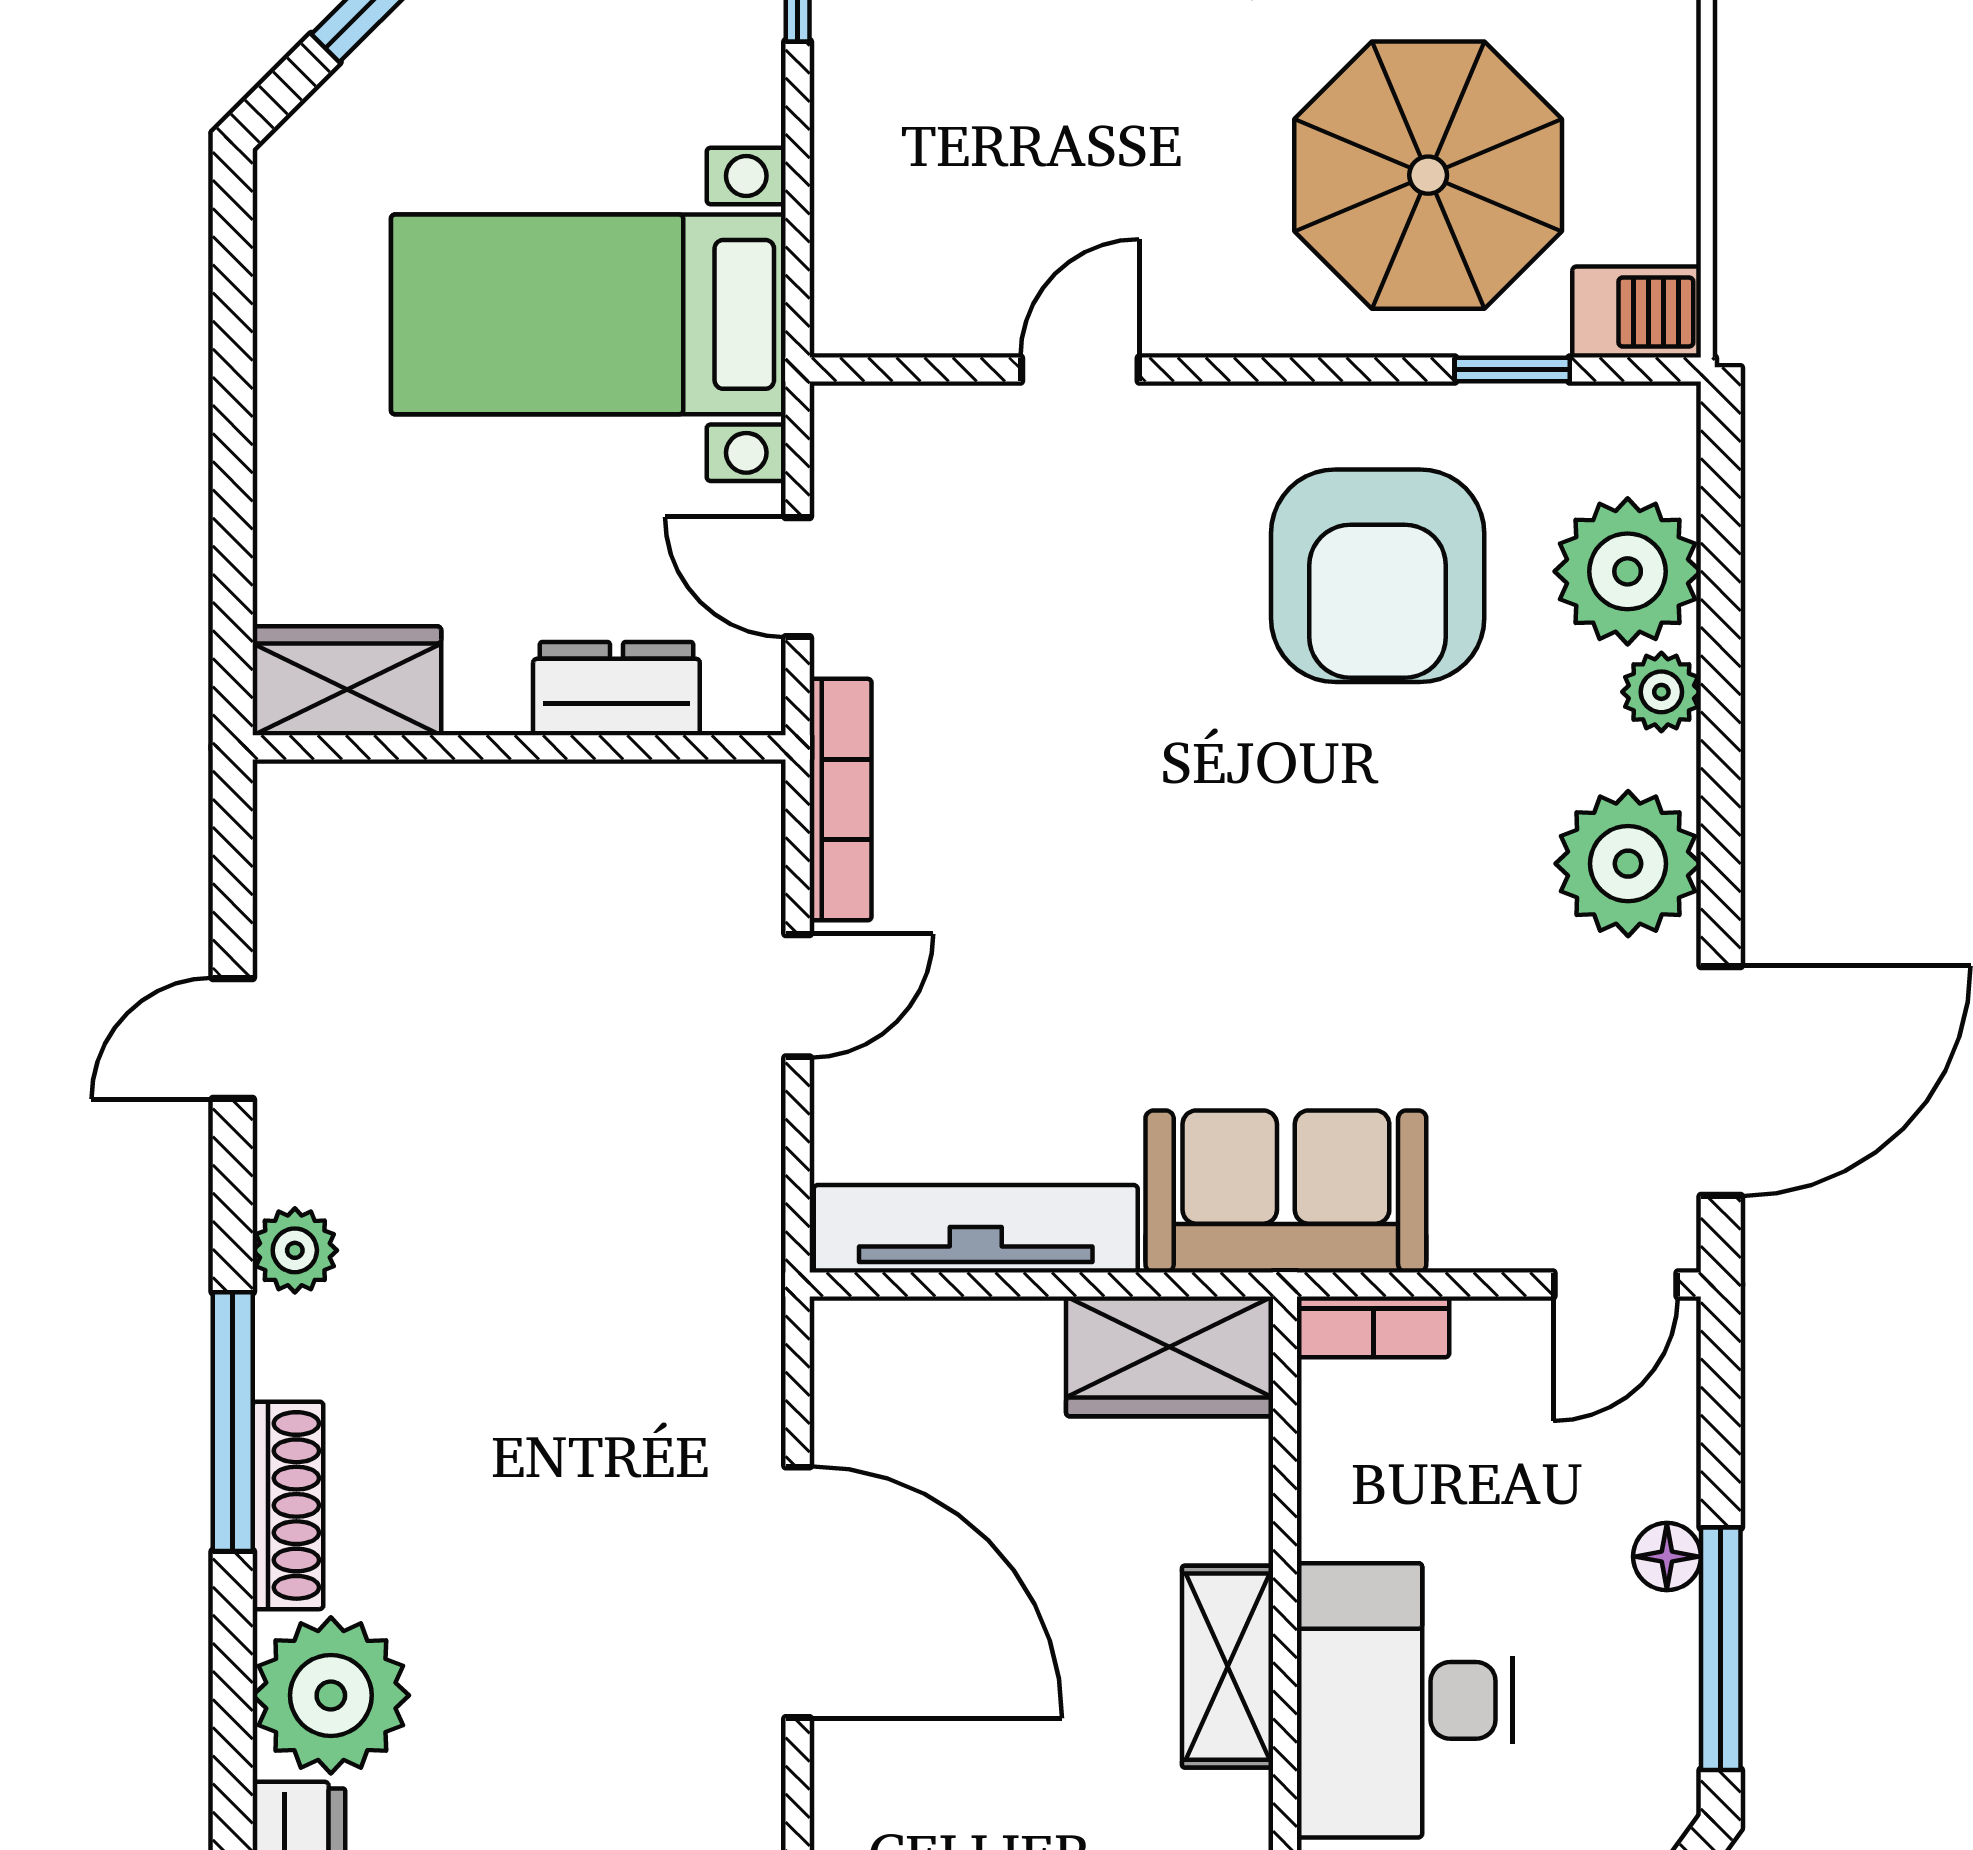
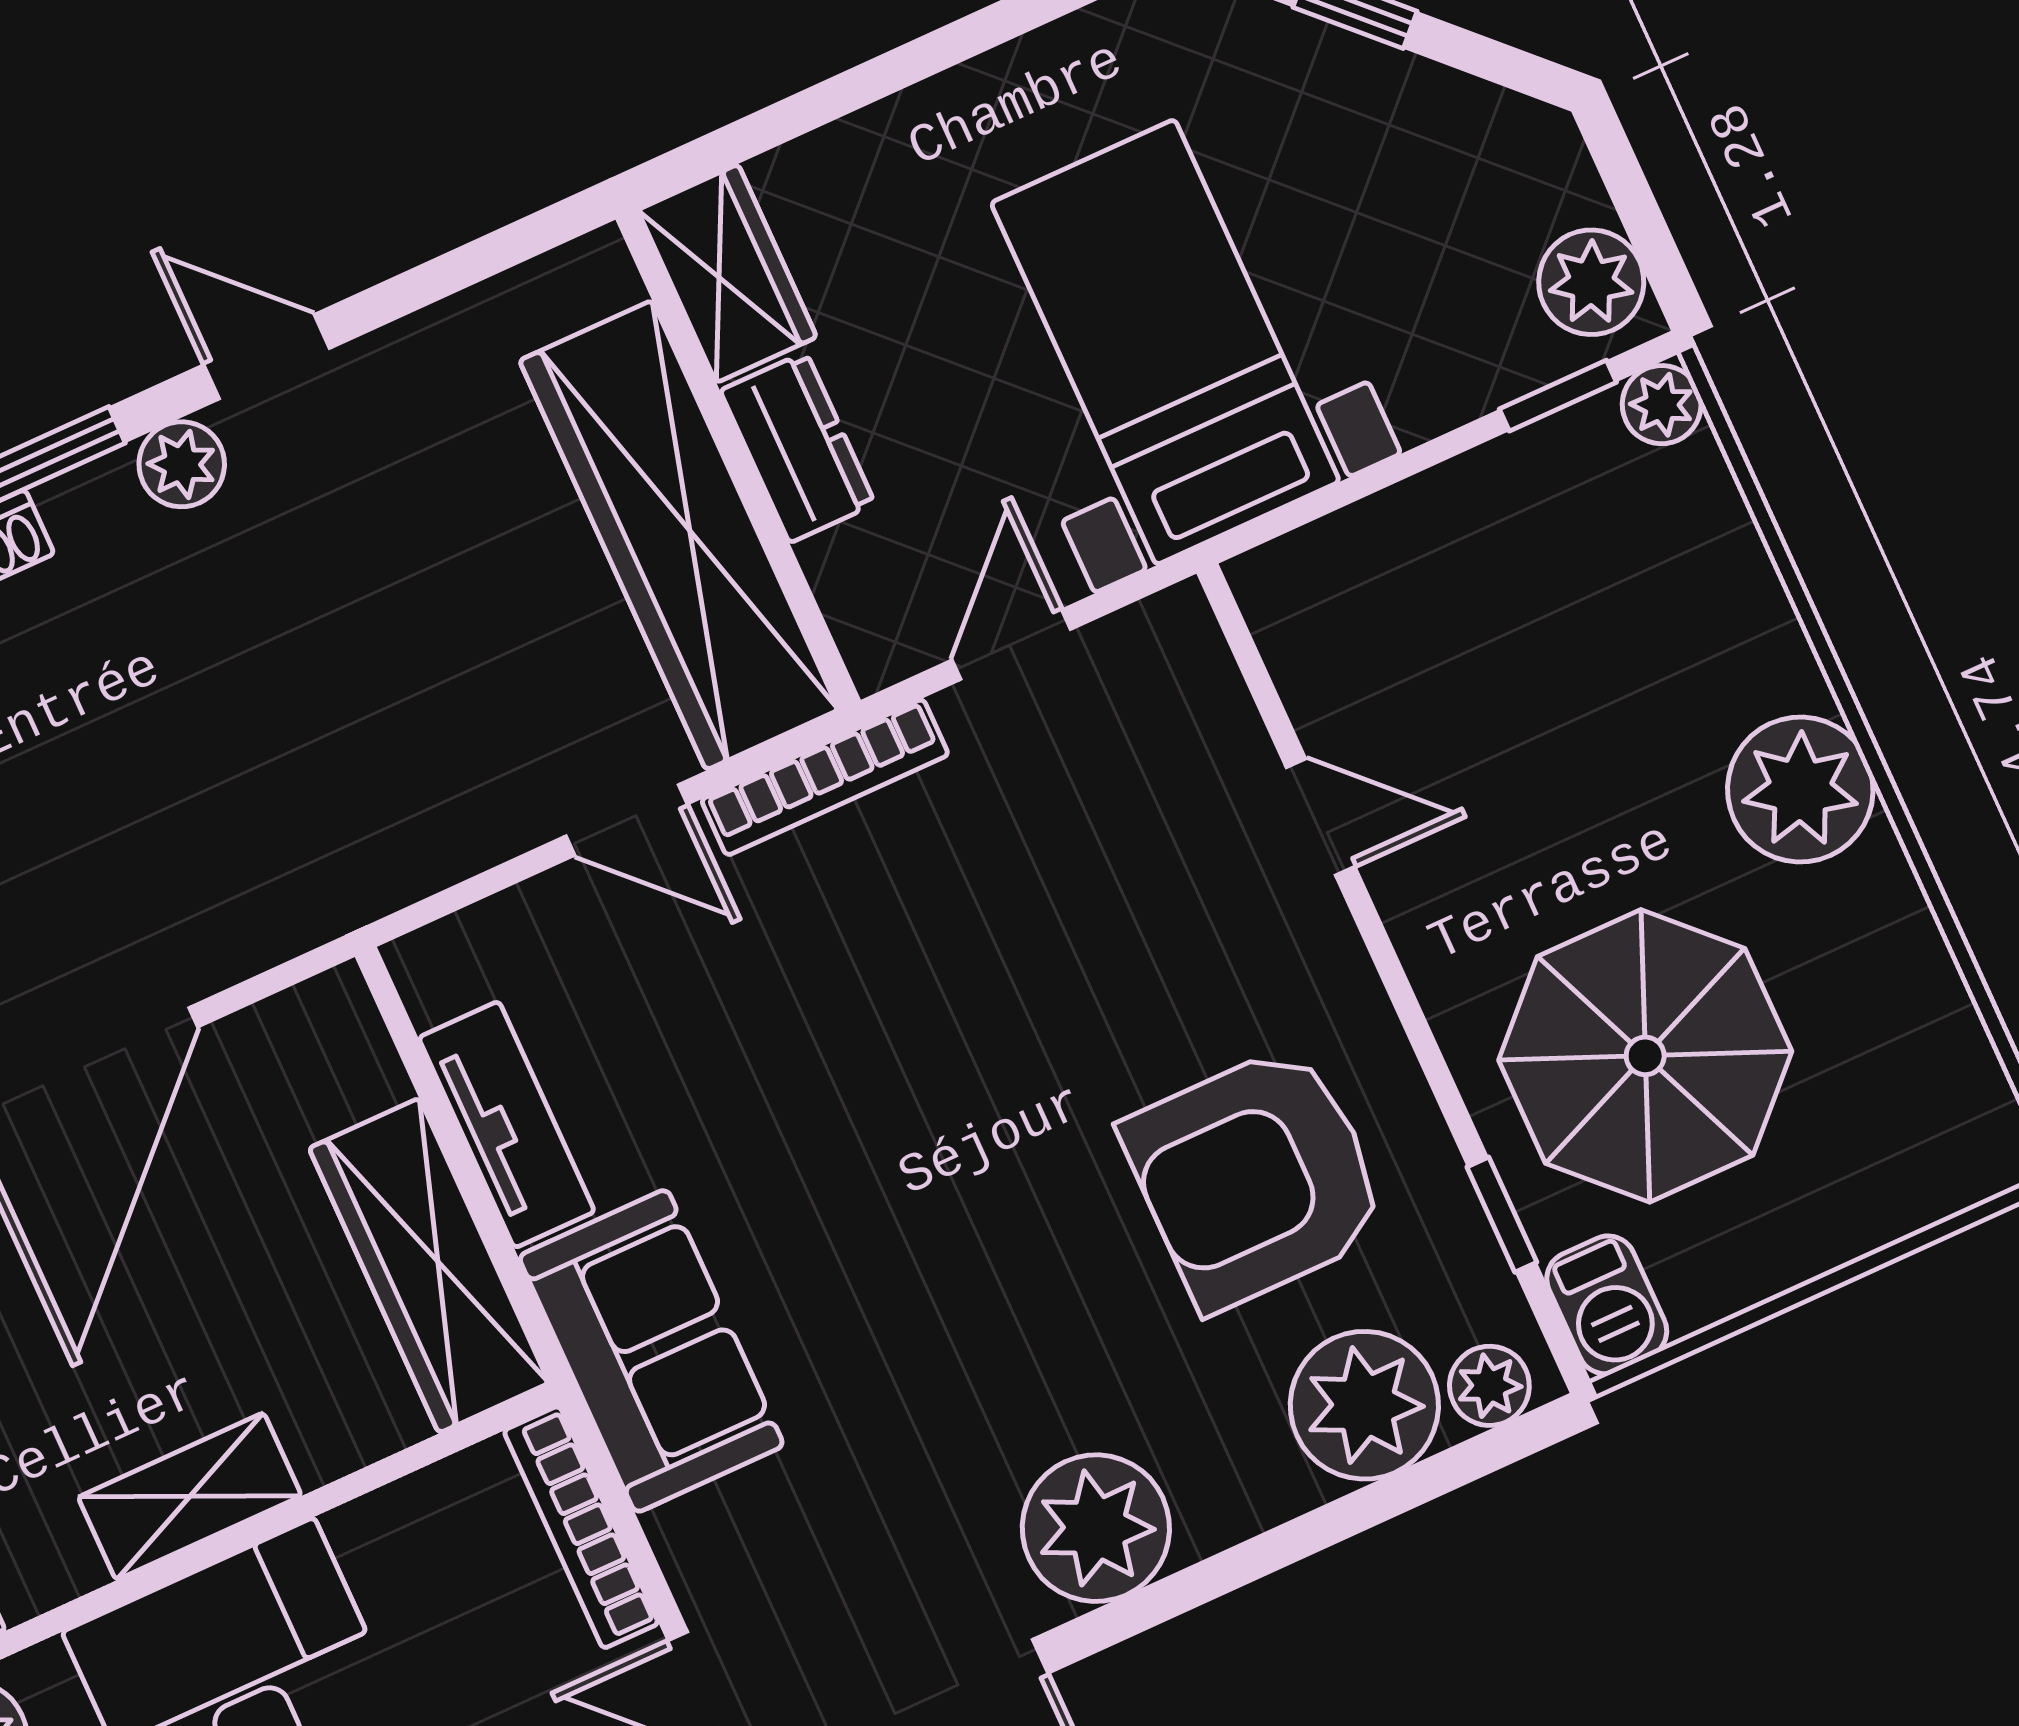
dresser: (616, 689) -> (798, 447), moved
plant: (1661, 692) -> (1489, 1386), moved
wardrobe: (563, 832) -> (679, 535), added
door: (233, 1038) -> (267, 357), moved
tv unit: (976, 1229) -> (507, 1125), width x0.71
bookcase: (1373, 1327) -> (581, 1527), width x1.56
wardrobe: (1170, 1356) -> (429, 1266), width x1.50

